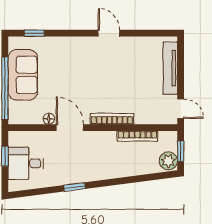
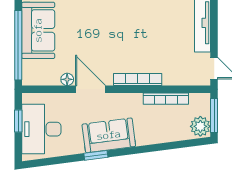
window: (181, 151) -> (214, 116), width x1.50
desk: (26, 163) -> (41, 129), width x1.37
sofa: (86, 169) -> (109, 135), added

